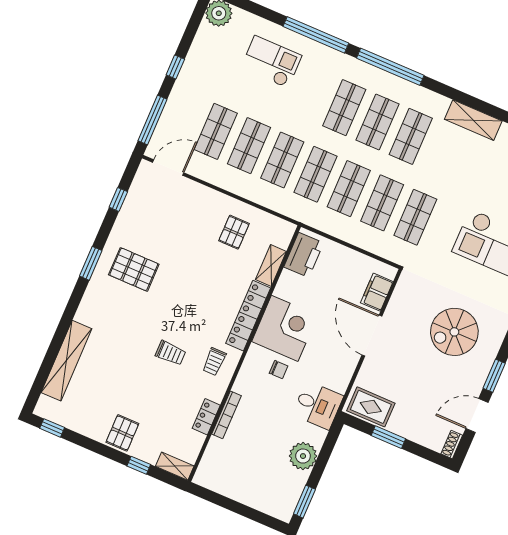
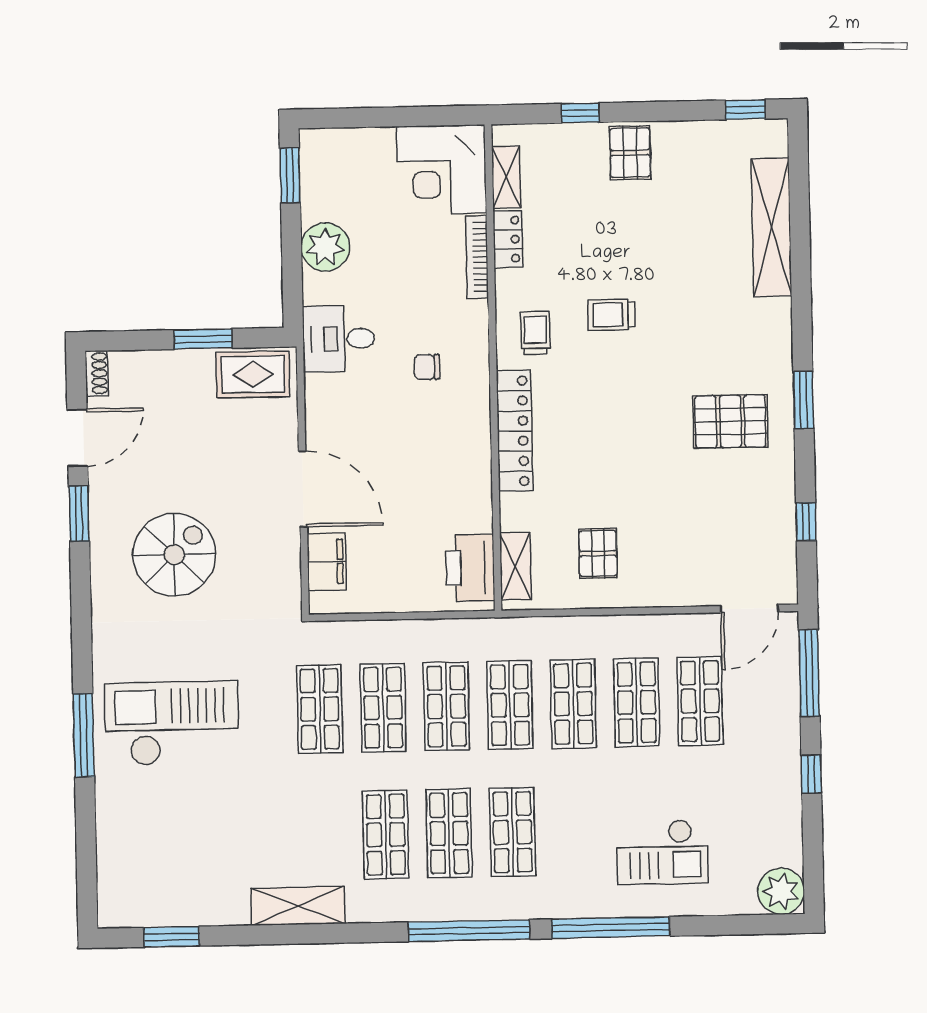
shelving: (271, 265) -> (516, 566), moved
corner desk: (285, 328) -> (442, 170), moved
shelving: (175, 466) -> (506, 177), moved, turned 90

